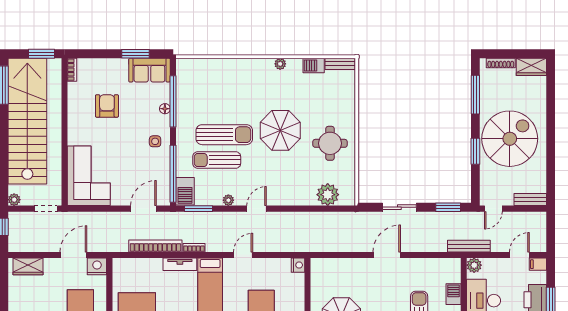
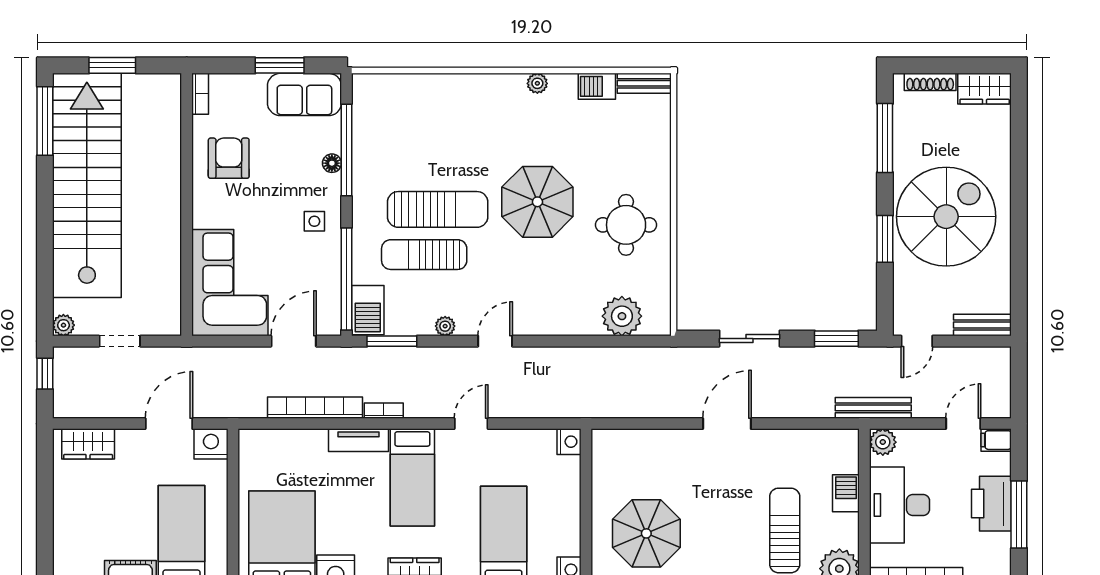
bookcase: (72, 70) -> (200, 94), moved
wall: (65, 132) -> (187, 205), moved
corner sofa: (89, 176) -> (230, 283), moved

